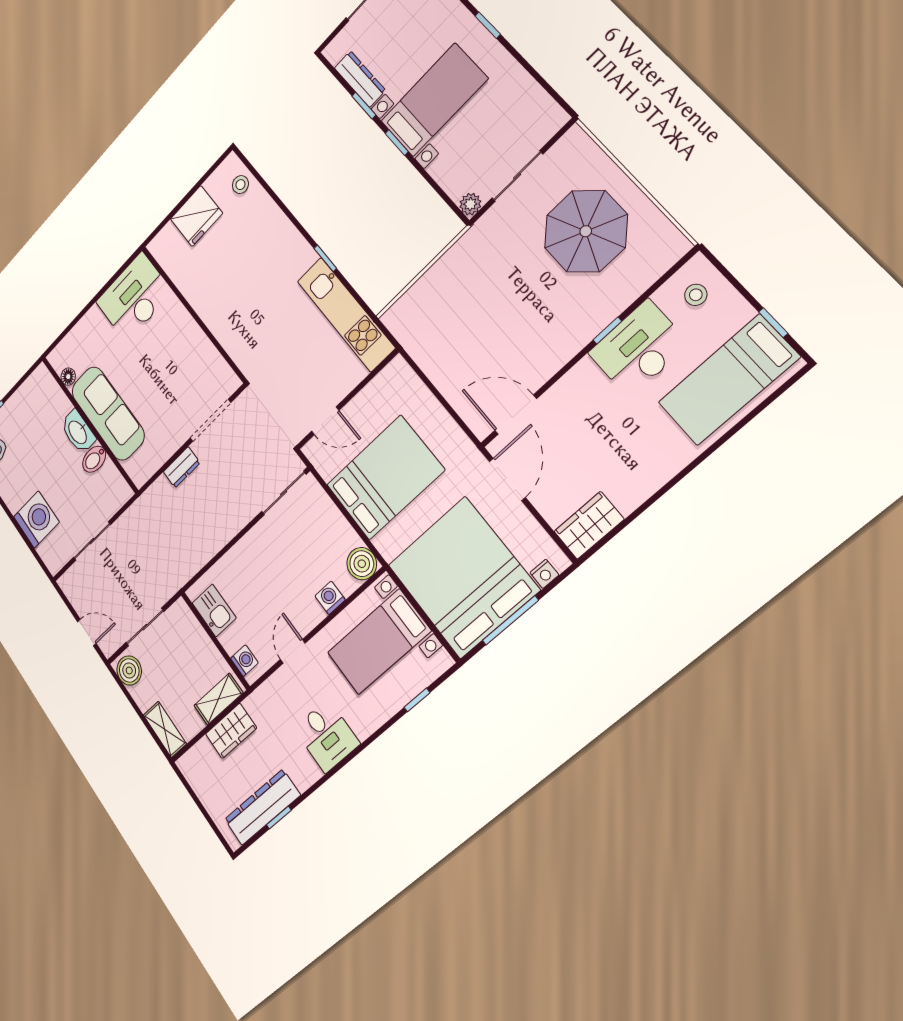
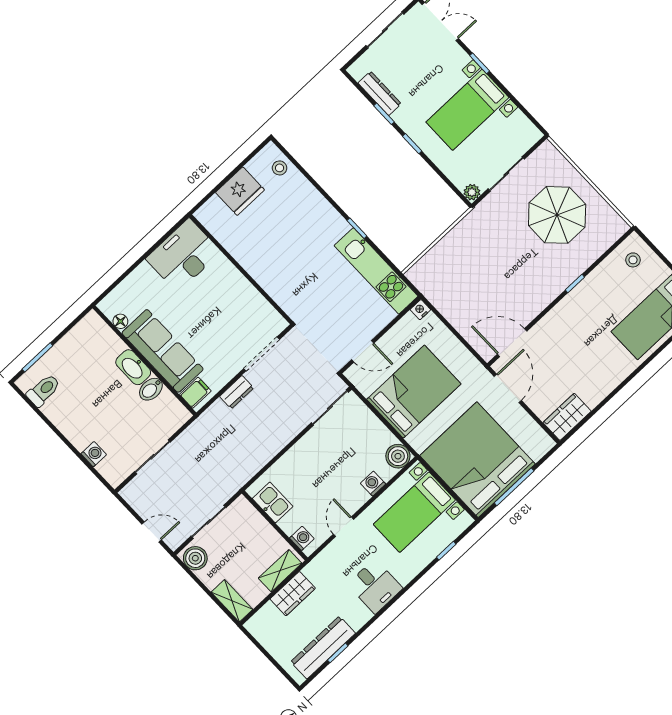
bed with nightstands: (434, 100) -> (467, 110), moved, turned 180
desk: (638, 348) -> (596, 296), removed
filing cabinet: (139, 466) -> (195, 393), added
washing machine: (36, 520) -> (94, 454), width x0.53, depth x0.53
nightstand: (544, 574) -> (420, 310), moved, turned 180

